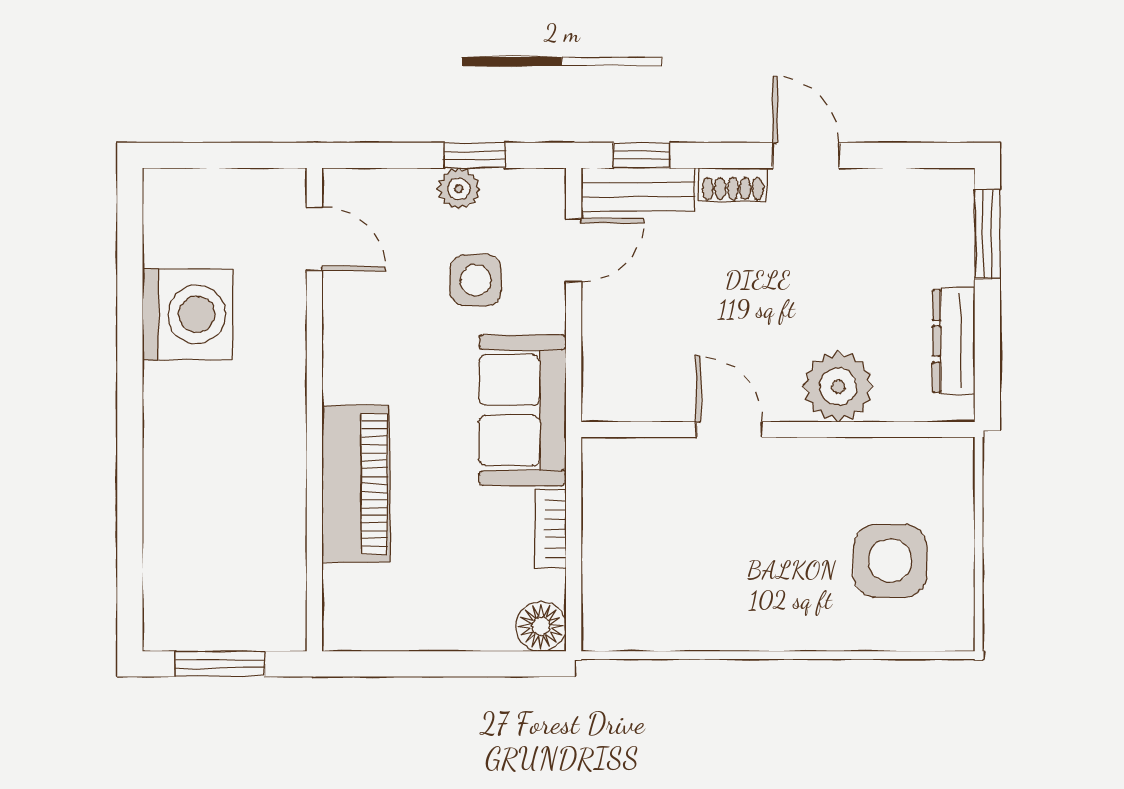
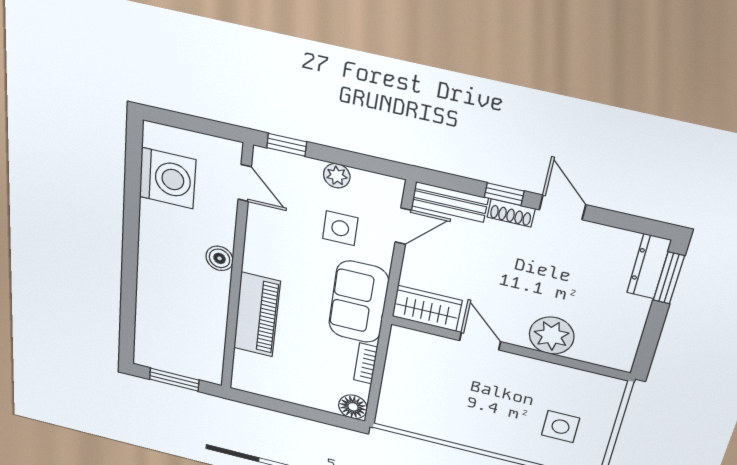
window: (475, 155) -> (287, 145), moved
window: (642, 155) -> (504, 194), moved
washing machine: (188, 314) -> (167, 178), moved
dresser: (954, 341) -> (649, 266), moved
boiler: (284, 390) -> (220, 258), added
wardrobe: (634, 391) -> (427, 308), added
side table: (890, 561) -> (560, 427), width x0.73, depth x0.73

